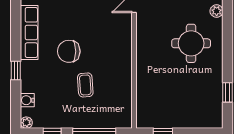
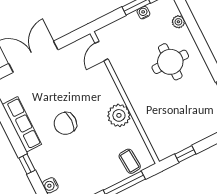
plant: (121, 68) -> (119, 115), added
coffee table: (85, 85) -> (130, 161), moved

